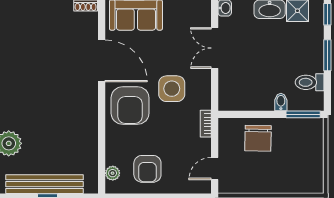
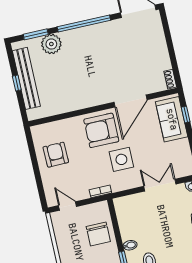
chair: (258, 138) -> (98, 234), turned -91
armchair: (147, 169) -> (56, 155), turned 89
plant: (113, 173) -> (46, 129), removed

